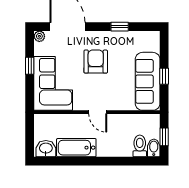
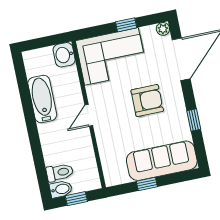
sofa: (148, 81) -> (162, 161), moved
washbasin: (46, 149) -> (64, 55), moved, turned 180

